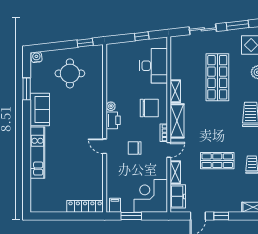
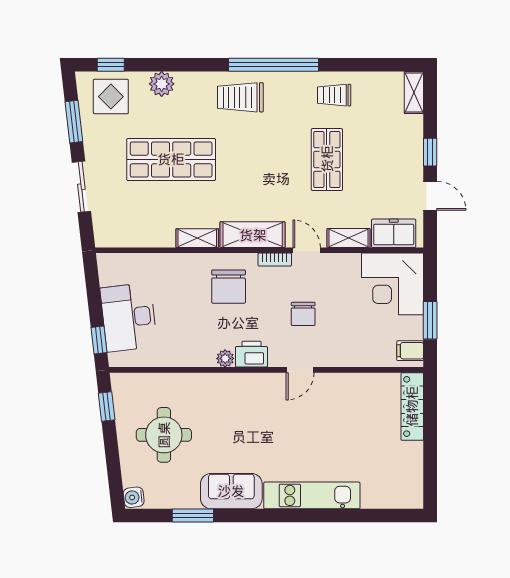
window: (142, 36) -> (99, 340), moved
desk: (154, 66) -> (129, 317), moved, turned -97
chair: (149, 108) -> (229, 287), turned 180

